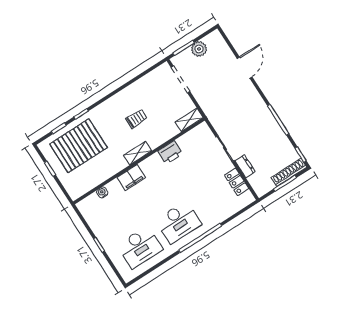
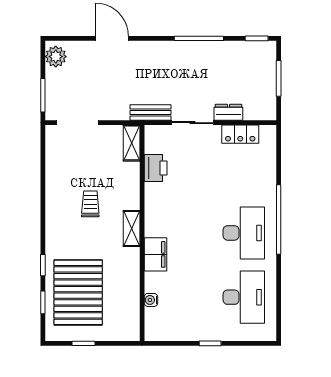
plant: (199, 49) -> (56, 57), moved
bench: (215, 119) -> (151, 113), added
printer: (170, 153) -> (156, 168), moved
shoe rack: (289, 172) -> (269, 65), removed

